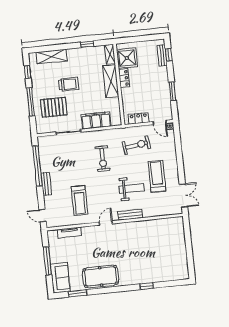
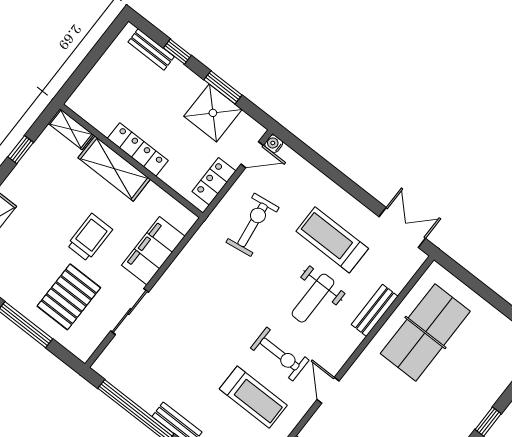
window: (169, 55) -> (177, 52), moved
shower: (127, 58) -> (213, 113), moved
locker: (124, 78) -> (138, 149), width x1.53
trolley: (69, 84) -> (90, 237), moved
exercise bike: (103, 159) -> (280, 354), moved
weight bench: (131, 189) -> (313, 298), turned 180
bench: (130, 215) -> (375, 310), moved
table tennis table: (156, 237) -> (425, 332), added

